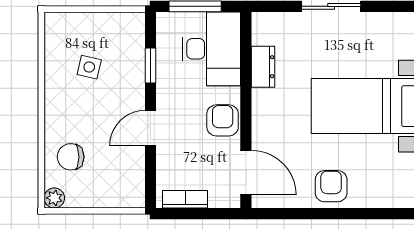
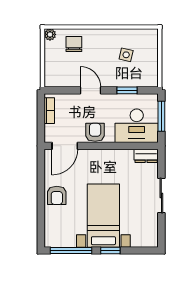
dresser: (263, 67) -> (146, 156), moved
armchair: (223, 120) -> (95, 132), turned -90
armchair: (331, 186) -> (57, 195), turned 90

